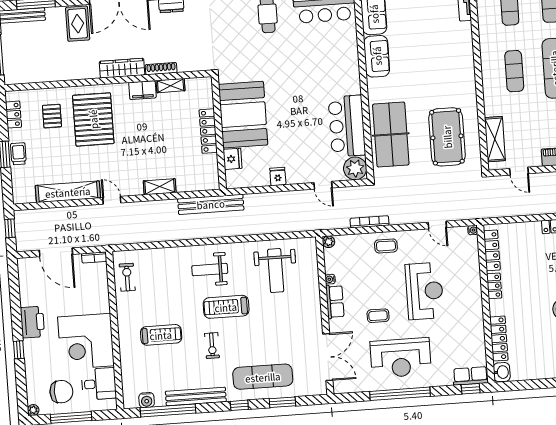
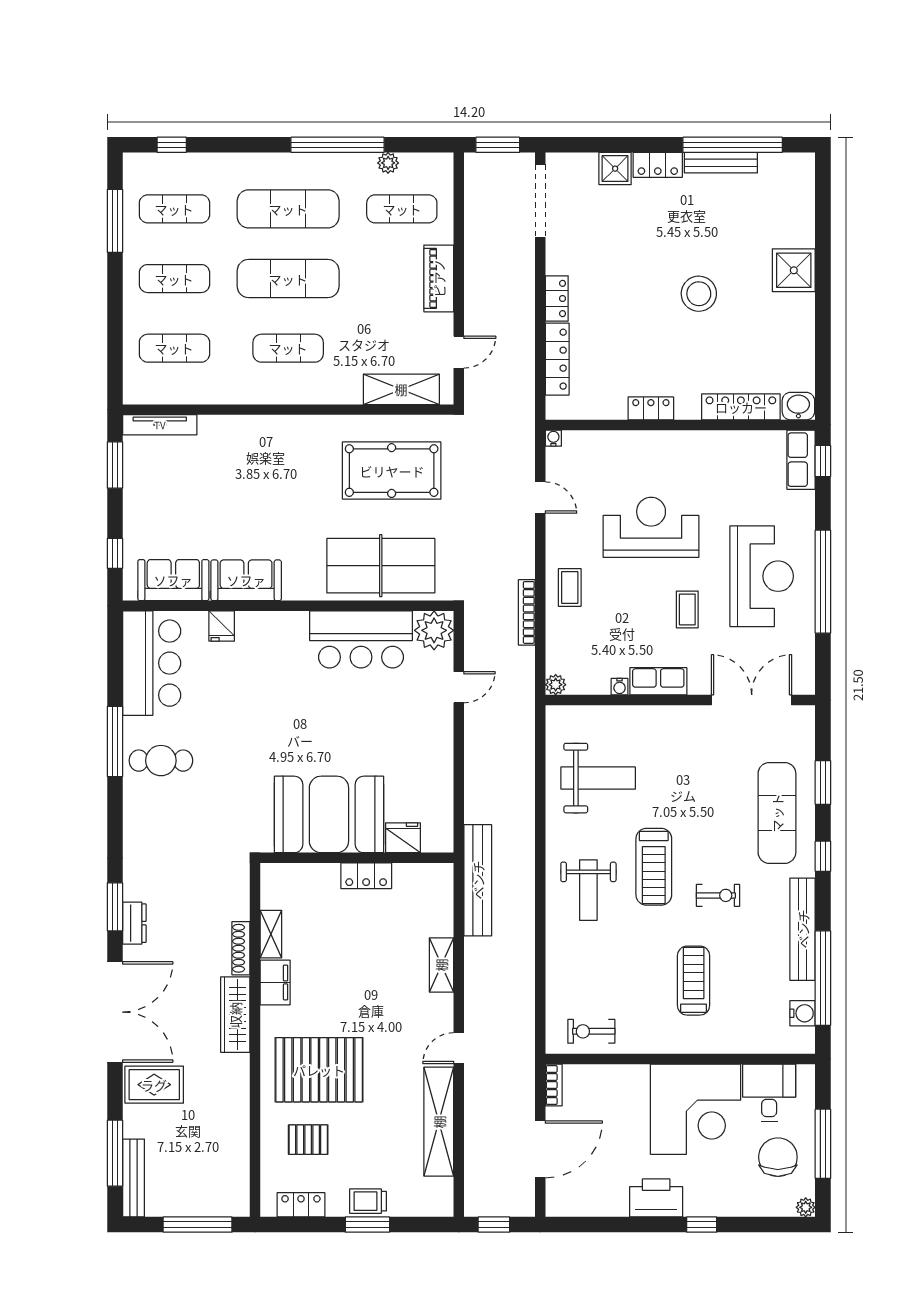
locker: (208, 131) -> (366, 876), width x0.66
fridge: (278, 176) -> (222, 626), moved, turned -90
door: (437, 225) -> (540, 498), hinge flipped
locker: (492, 250) -> (557, 359), moved, turned 90

